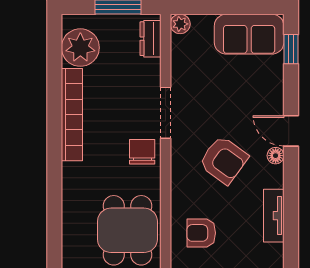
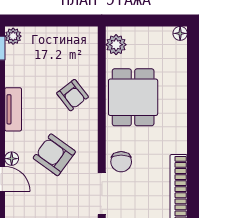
armchair: (201, 233) -> (73, 95), turned 52

